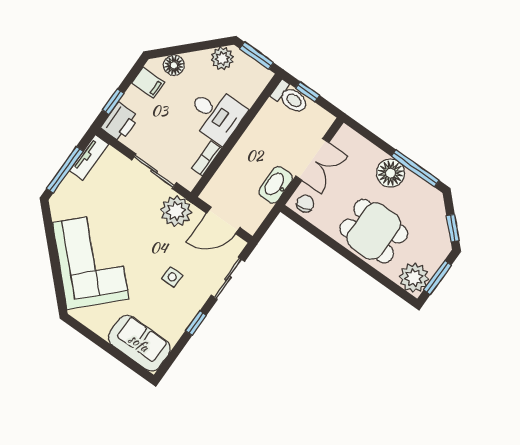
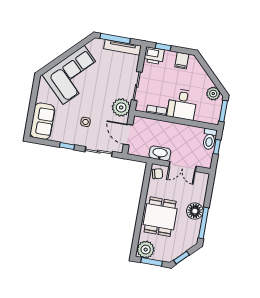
floor lamp: (174, 65) -> (197, 70), removed
tv unit: (89, 157) -> (123, 47), width x1.41

